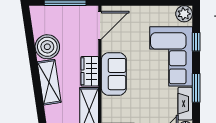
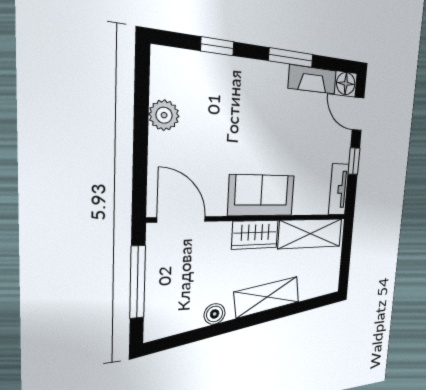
plant: (184, 14) -> (164, 115), moved
boiler: (47, 47) -> (215, 314), width x0.54, depth x0.54
corner sofa: (171, 56) -> (239, 95), removed

